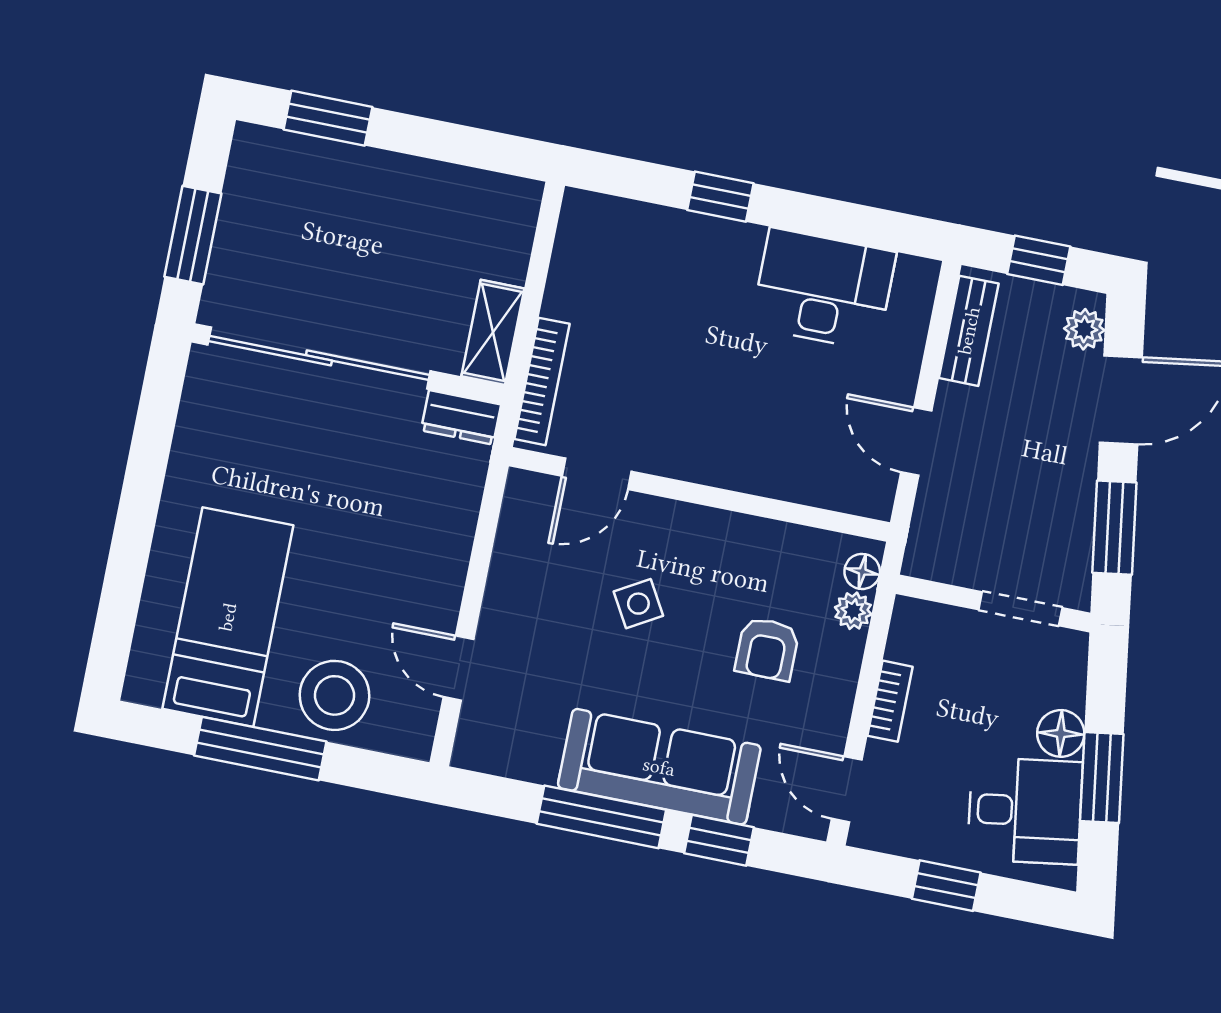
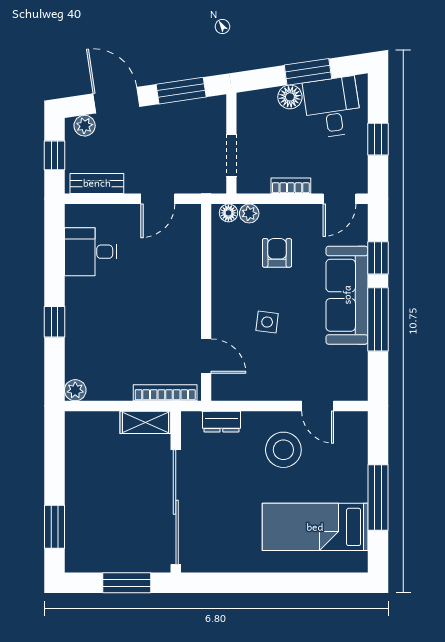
plant: (581, 210) -> (75, 390), added
desk: (823, 289) -> (91, 252), width x0.73
dresser: (461, 417) -> (221, 422), moved, turned 90
side table: (638, 604) -> (267, 322), turned 37
doorway: (1021, 609) -> (231, 155), moved
armchair: (767, 649) -> (277, 253), turned -90
door: (458, 668) -> (318, 406), hinge flipped
stool: (334, 695) -> (283, 450), moved

